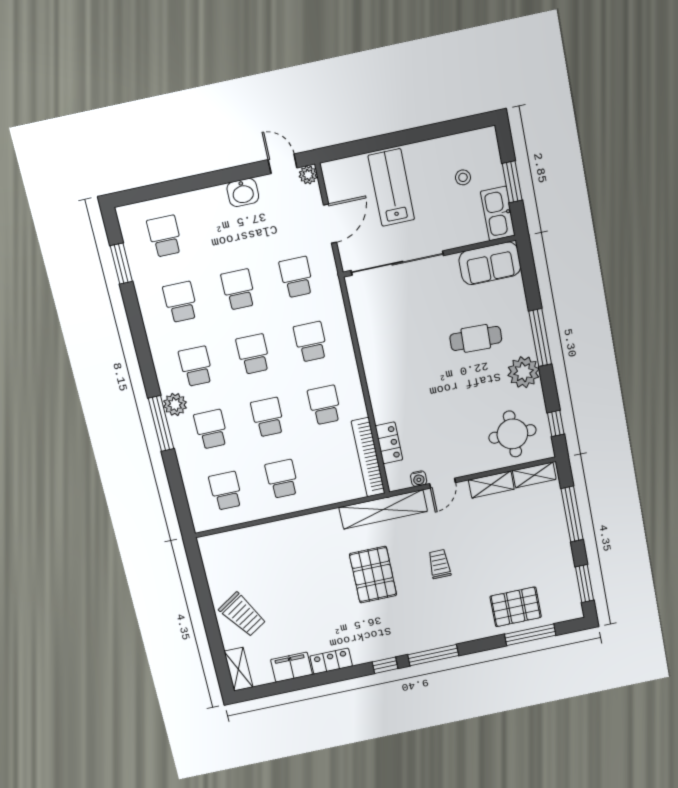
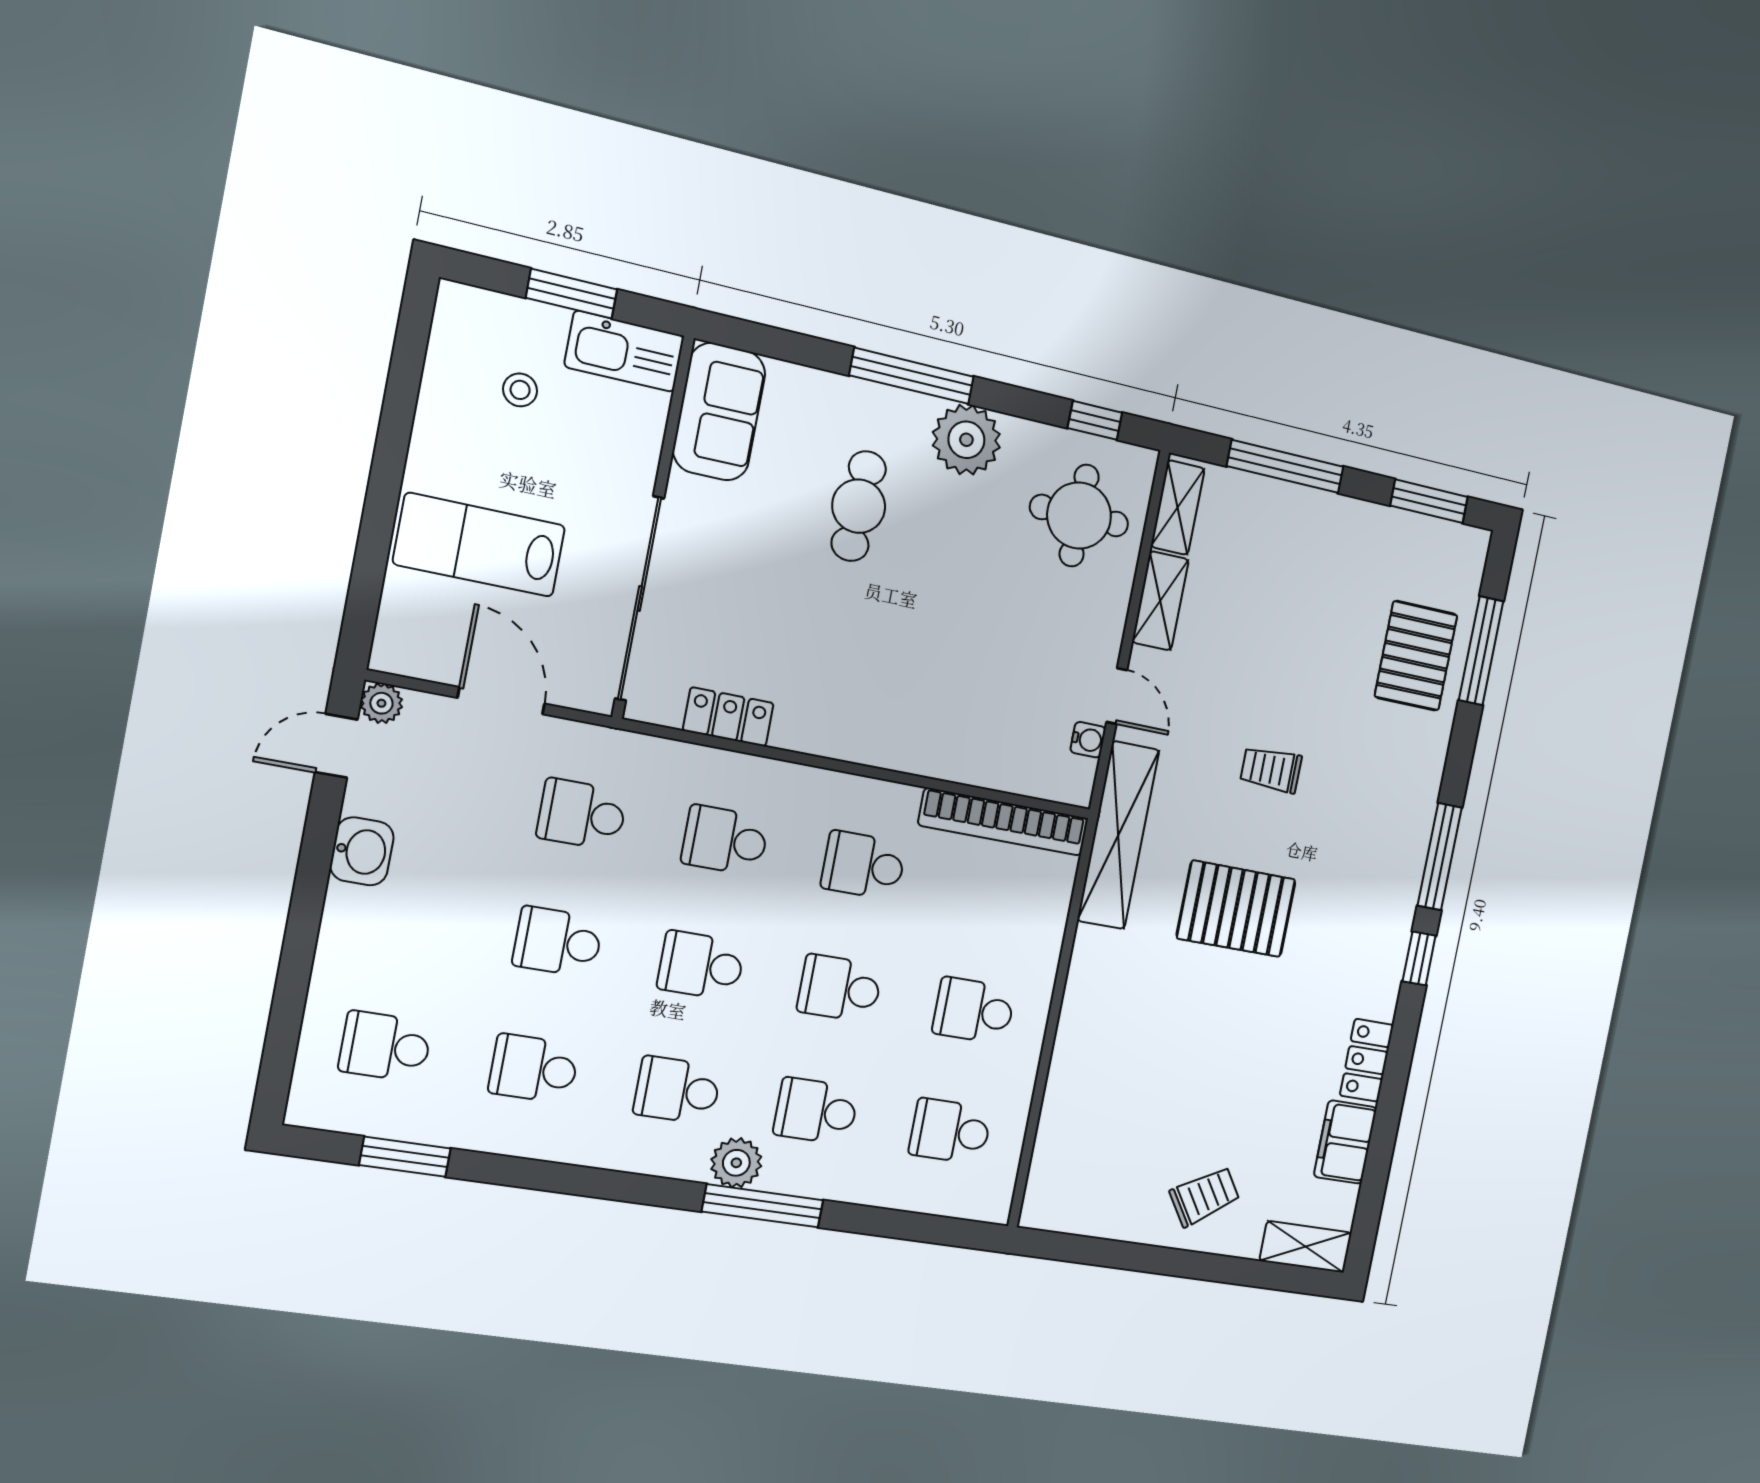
locker: (389, 443) -> (728, 717), moved
trolley: (243, 615) -> (1205, 1196), width x0.73, depth x0.72

